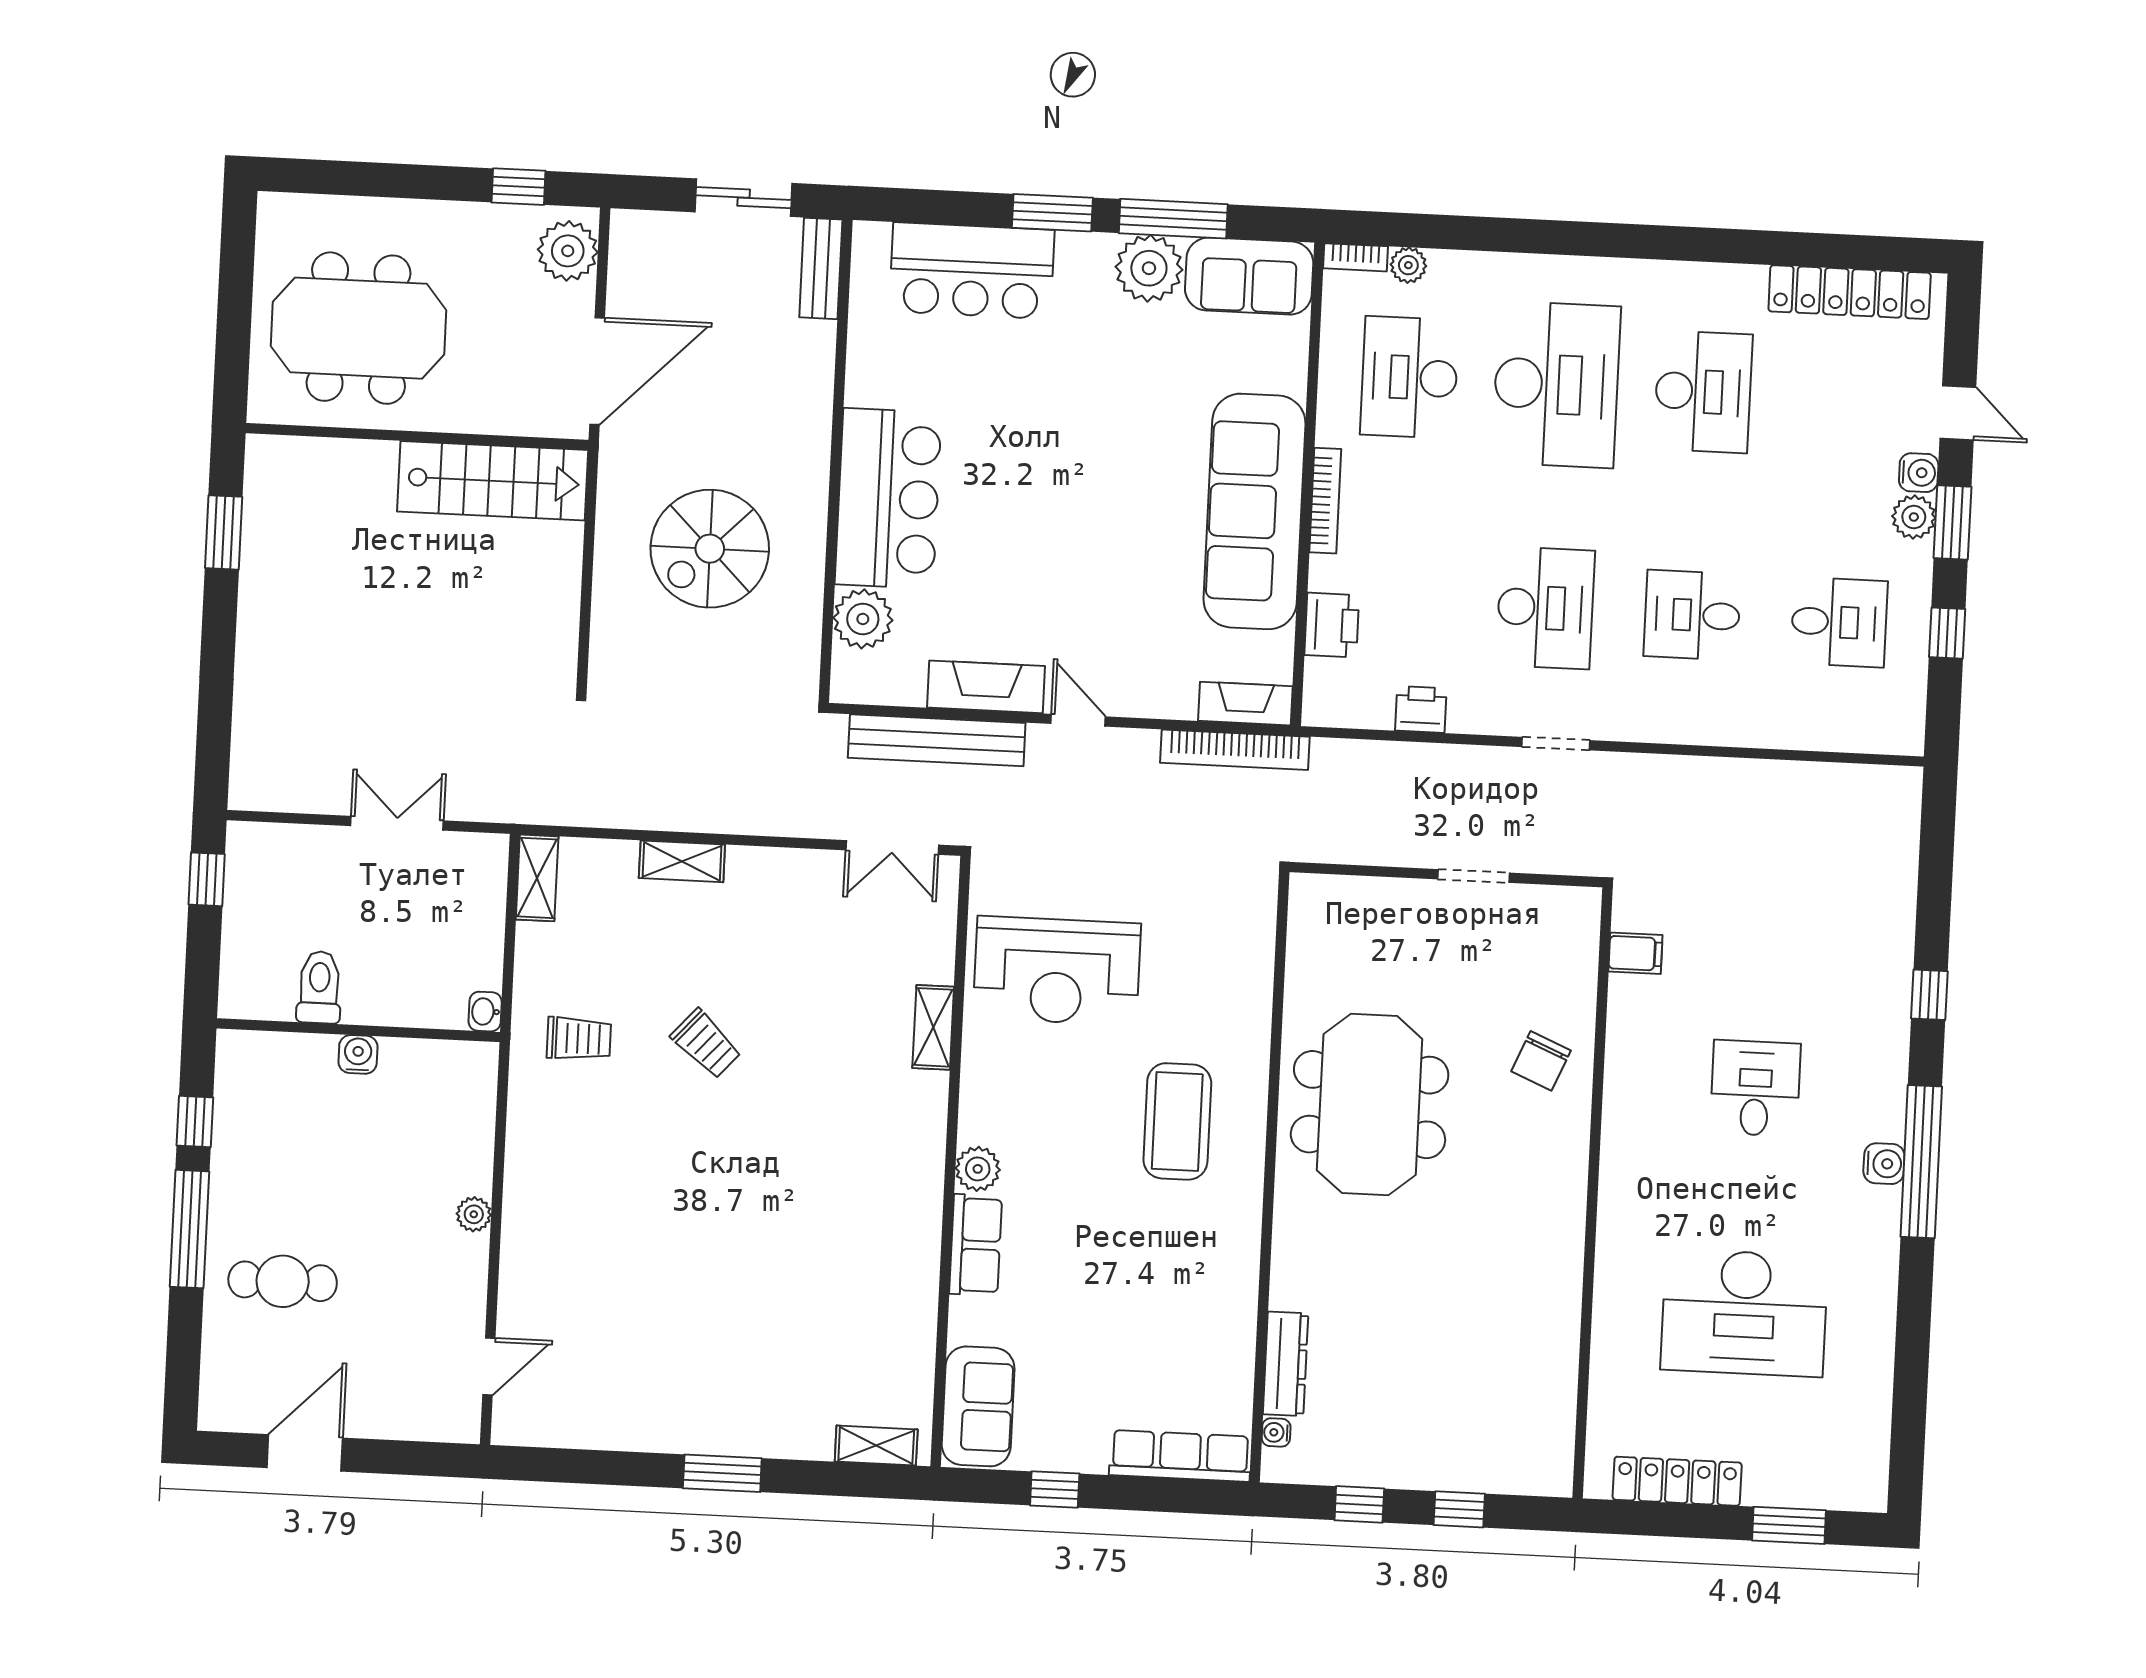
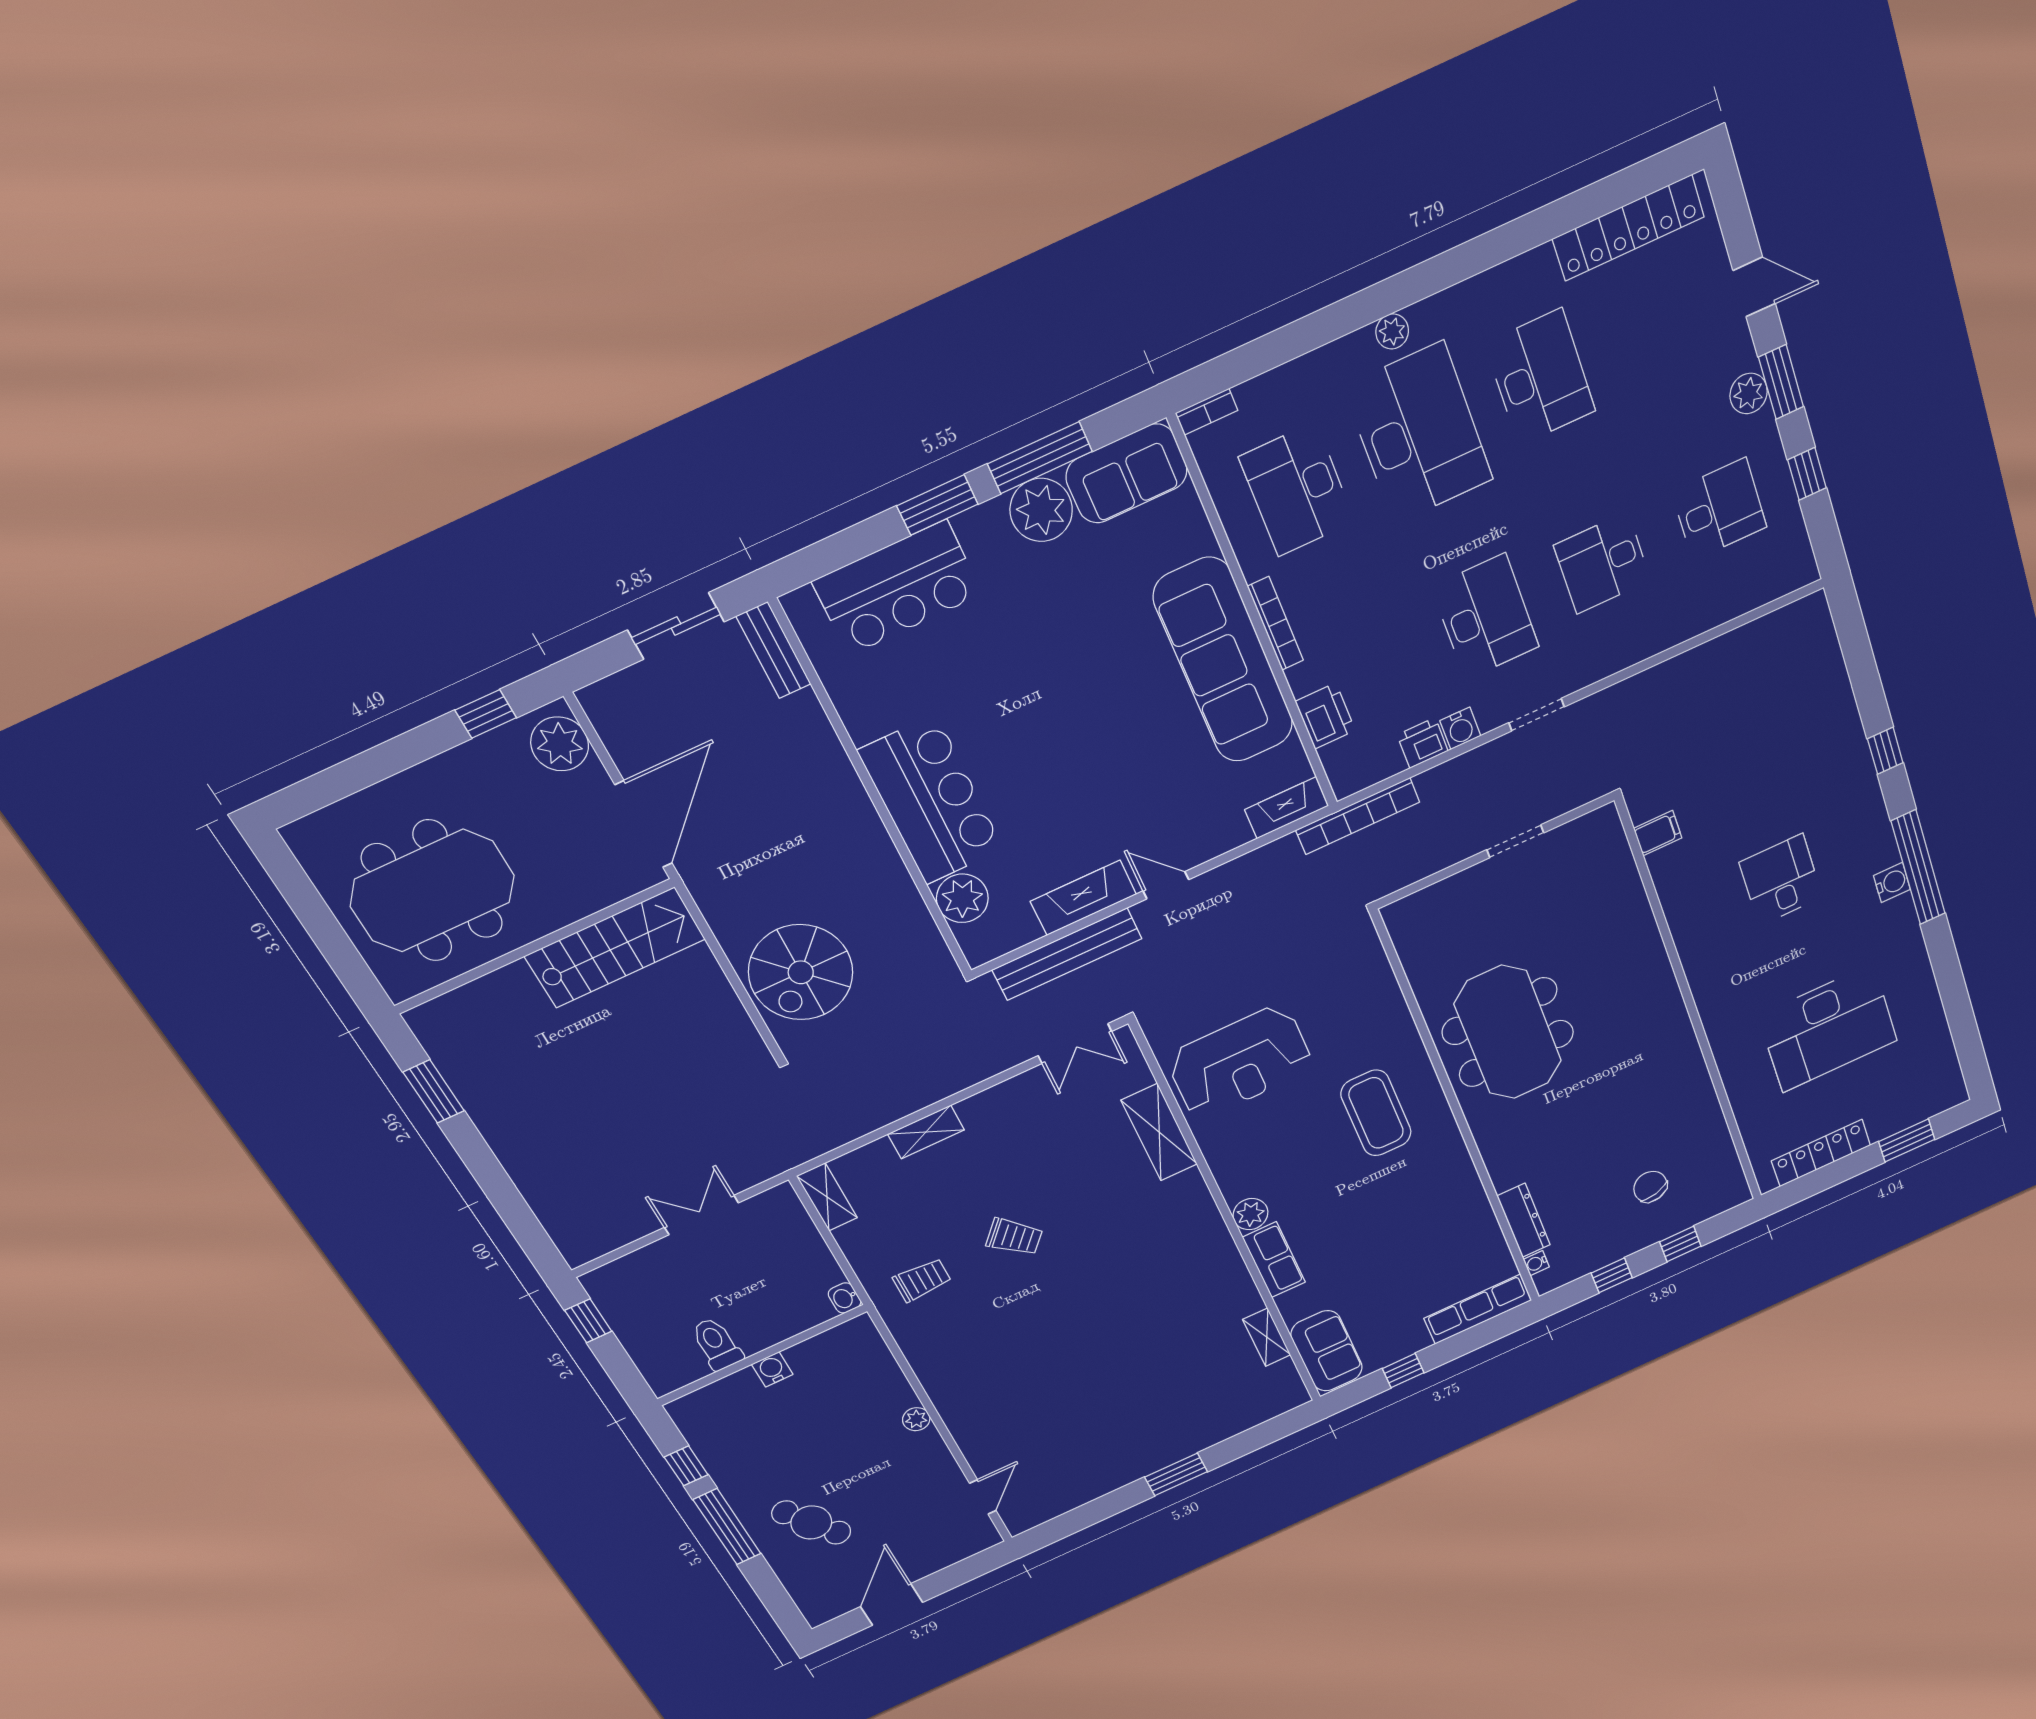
plant: (1408, 265) -> (1392, 331), moved
water cooler: (1919, 473) -> (1460, 728), moved, turned 90
spiral stairs: (710, 549) -> (801, 972), moved
bookcase: (1235, 750) -> (1358, 816), moved
shelving: (933, 1027) -> (1159, 1132), width x1.50, depth x1.33
chair: (1541, 1061) -> (1650, 1187), moved, turned 141
cafe table: (283, 1281) -> (811, 1522), turned 55
shelving: (876, 1446) -> (1267, 1337), moved, turned 90

